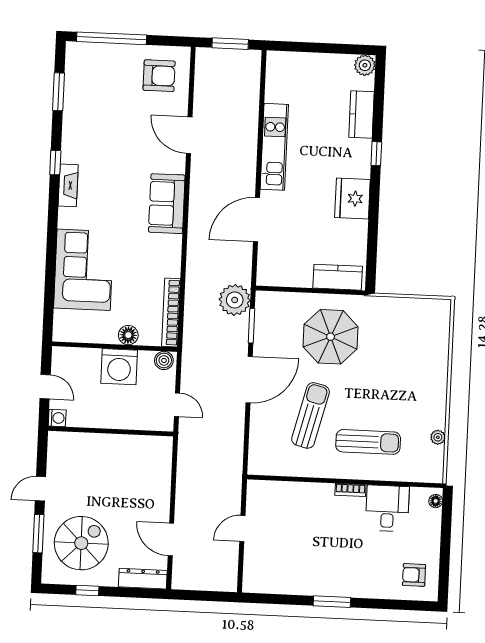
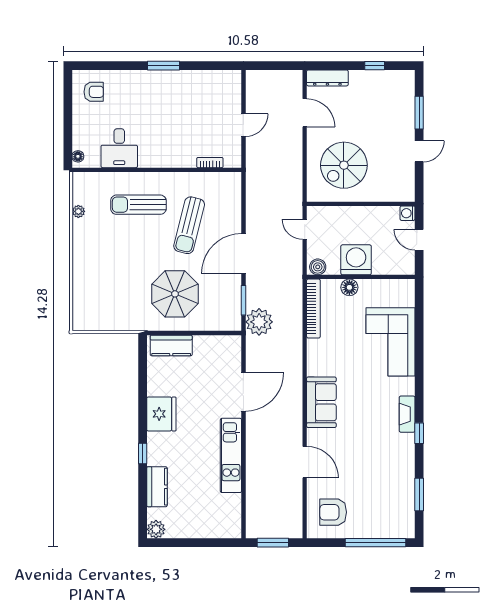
bookcase: (350, 490) -> (210, 163), moved
spiral stairs: (81, 543) -> (344, 165), moved

